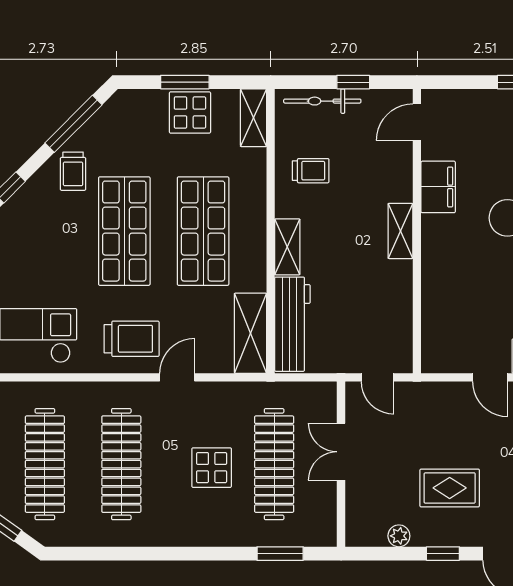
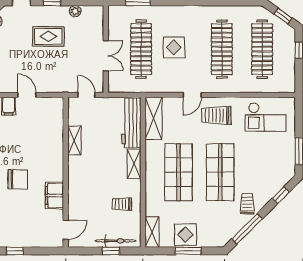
window: (353, 82) -> (111, 251), moved
shelving: (400, 231) -> (74, 141), moved

